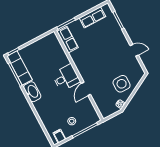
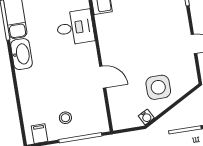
desk: (66, 78) -> (75, 28), moved
door: (86, 89) -> (103, 77), swing flipped

